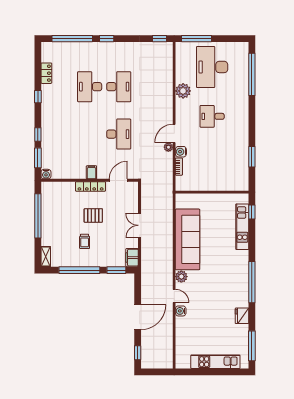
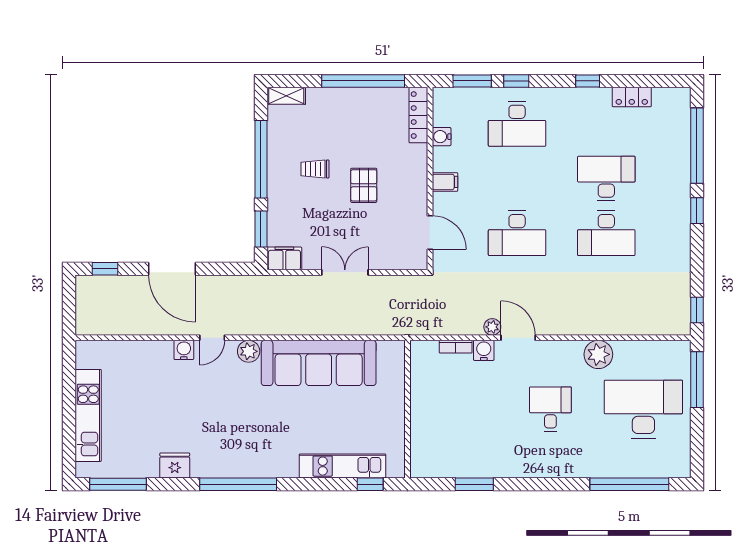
desk: (61, 134) -> (517, 124), added
water cooler: (46, 174) -> (442, 137), moved
locker: (91, 186) -> (418, 115), moved

